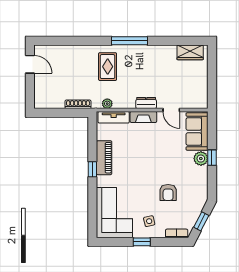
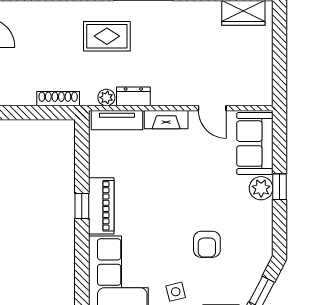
rug: (108, 67) -> (107, 36), turned 90
dresser: (146, 103) -> (133, 96), moved
piano: (104, 158) -> (101, 206), moved

